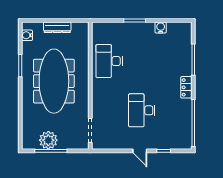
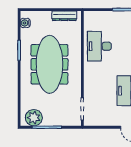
dresser: (57, 27) -> (64, 16), moved
plant: (48, 140) -> (34, 118), moved

